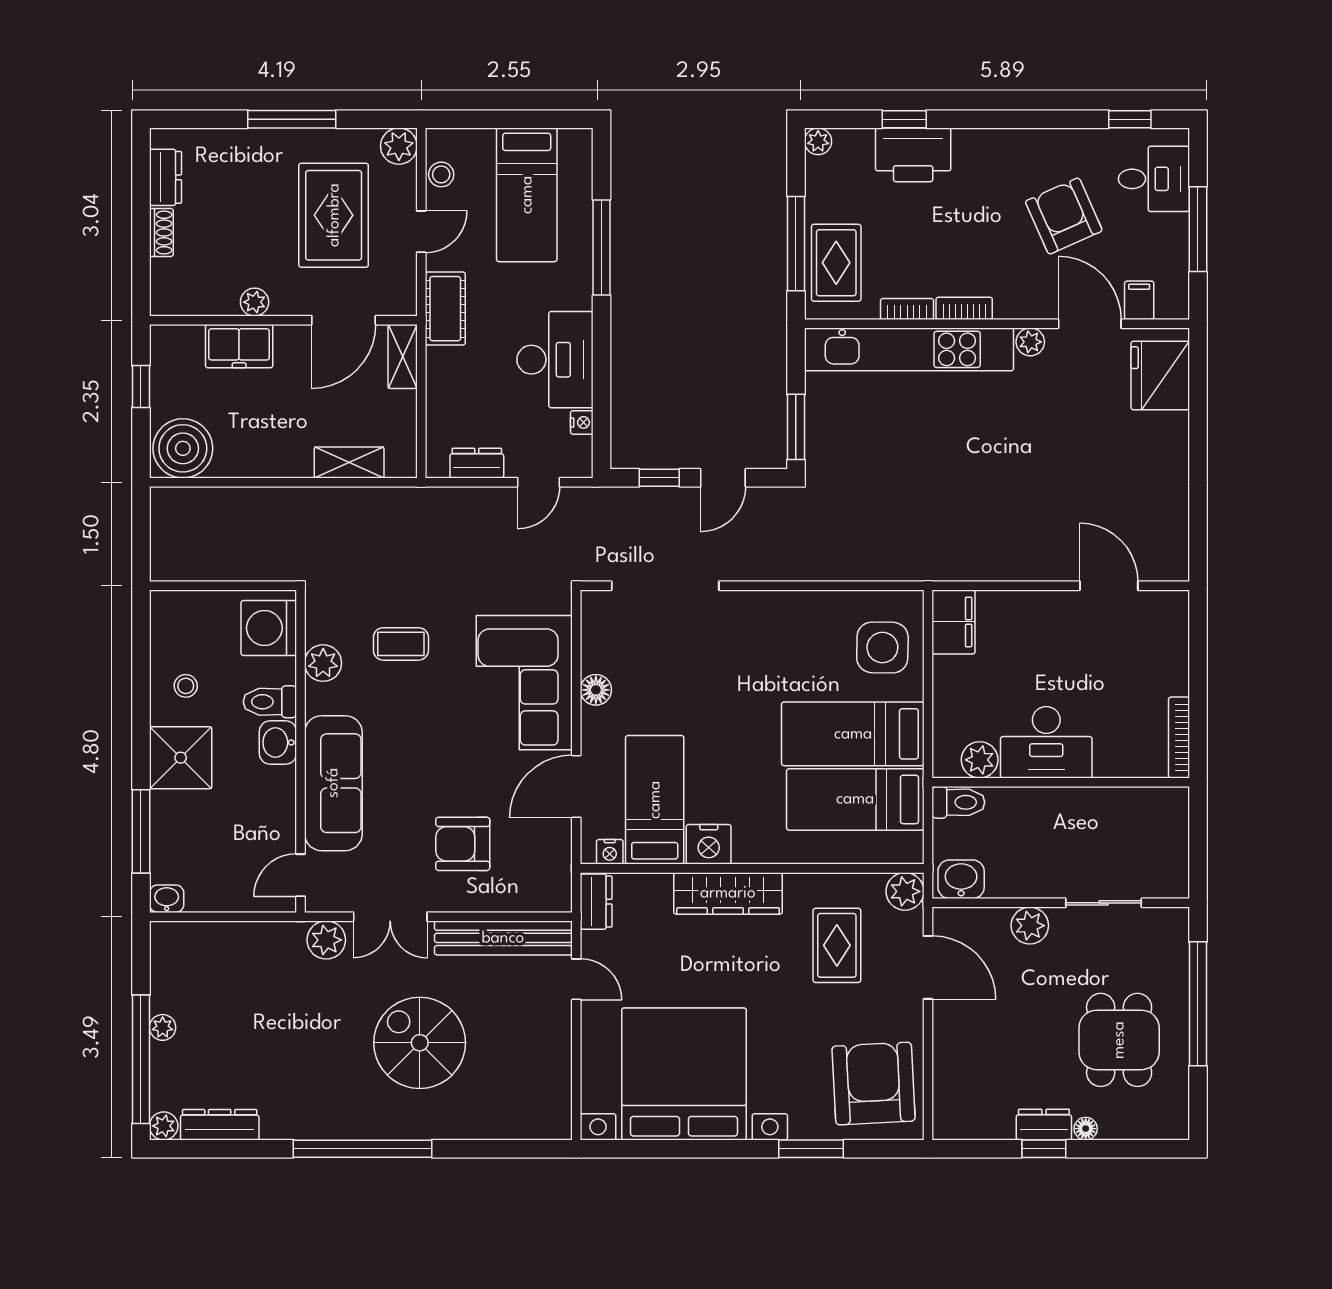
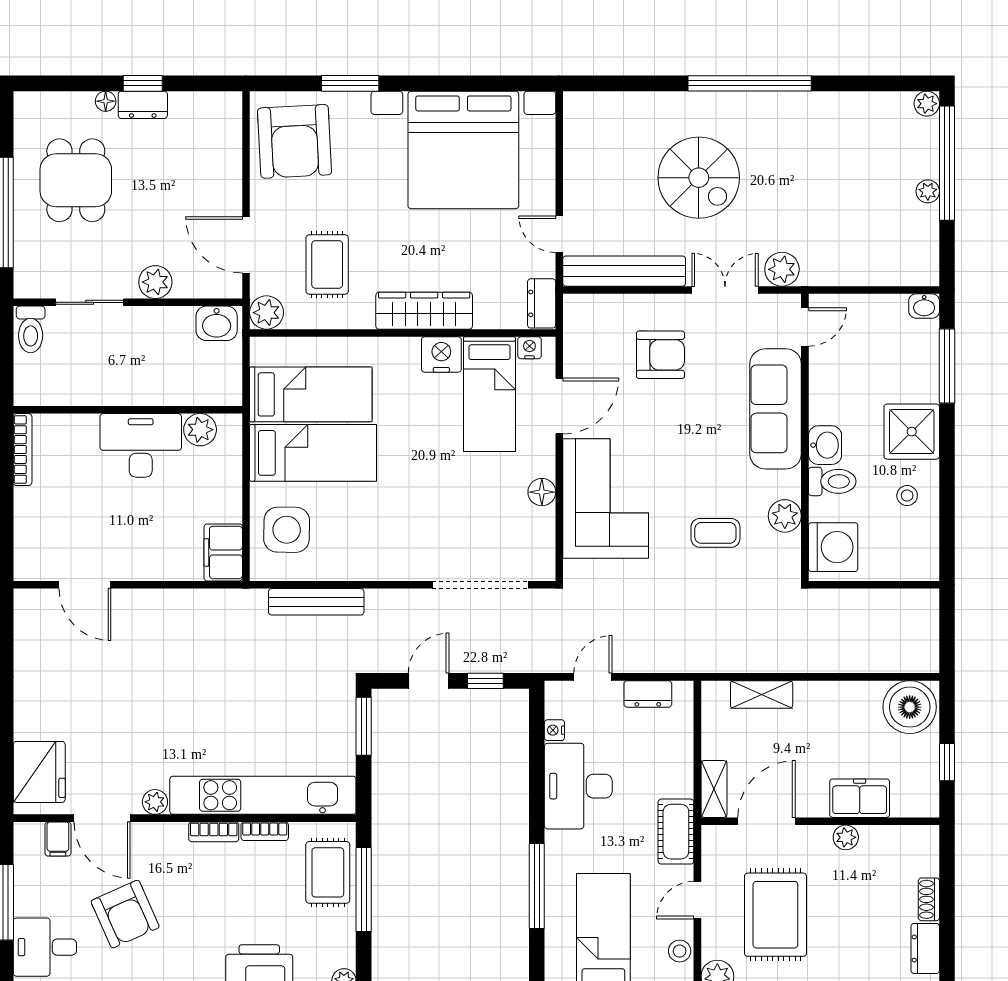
bench: (849, 567) -> (316, 602), added
toilet: (958, 802) -> (31, 329), moved, turned -90
dresser: (220, 1125) -> (877, 105), removed

